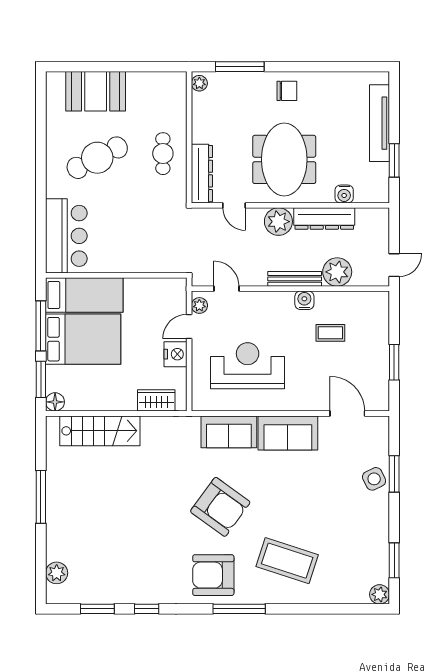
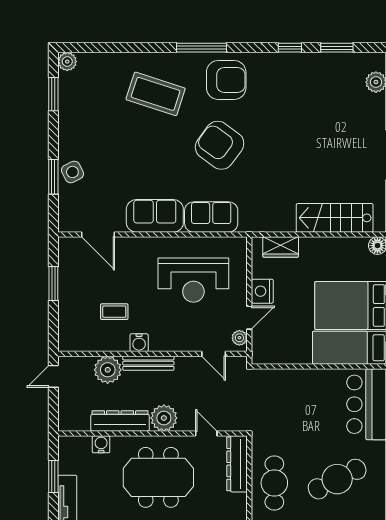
cafe table: (163, 154) -> (274, 483), width x1.37, depth x1.35
meeting table: (284, 159) -> (158, 477), turned 90

